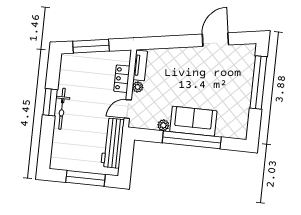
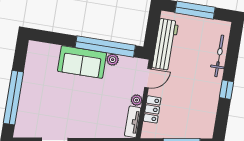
window: (50, 102) -> (226, 90), width x0.67
bicycle: (62, 109) -> (219, 56), moved
window: (192, 140) -> (105, 46), moved

